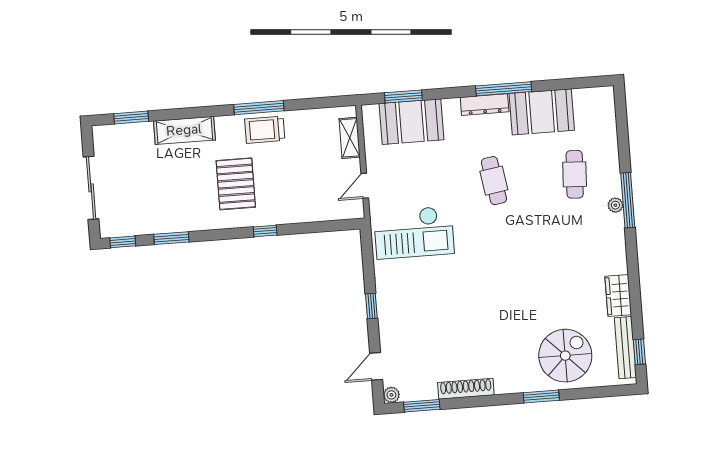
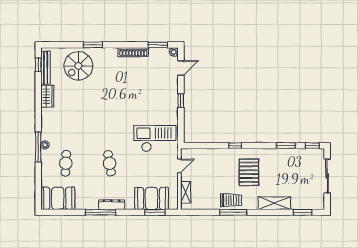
booth: (542, 112) -> (58, 198), moved

